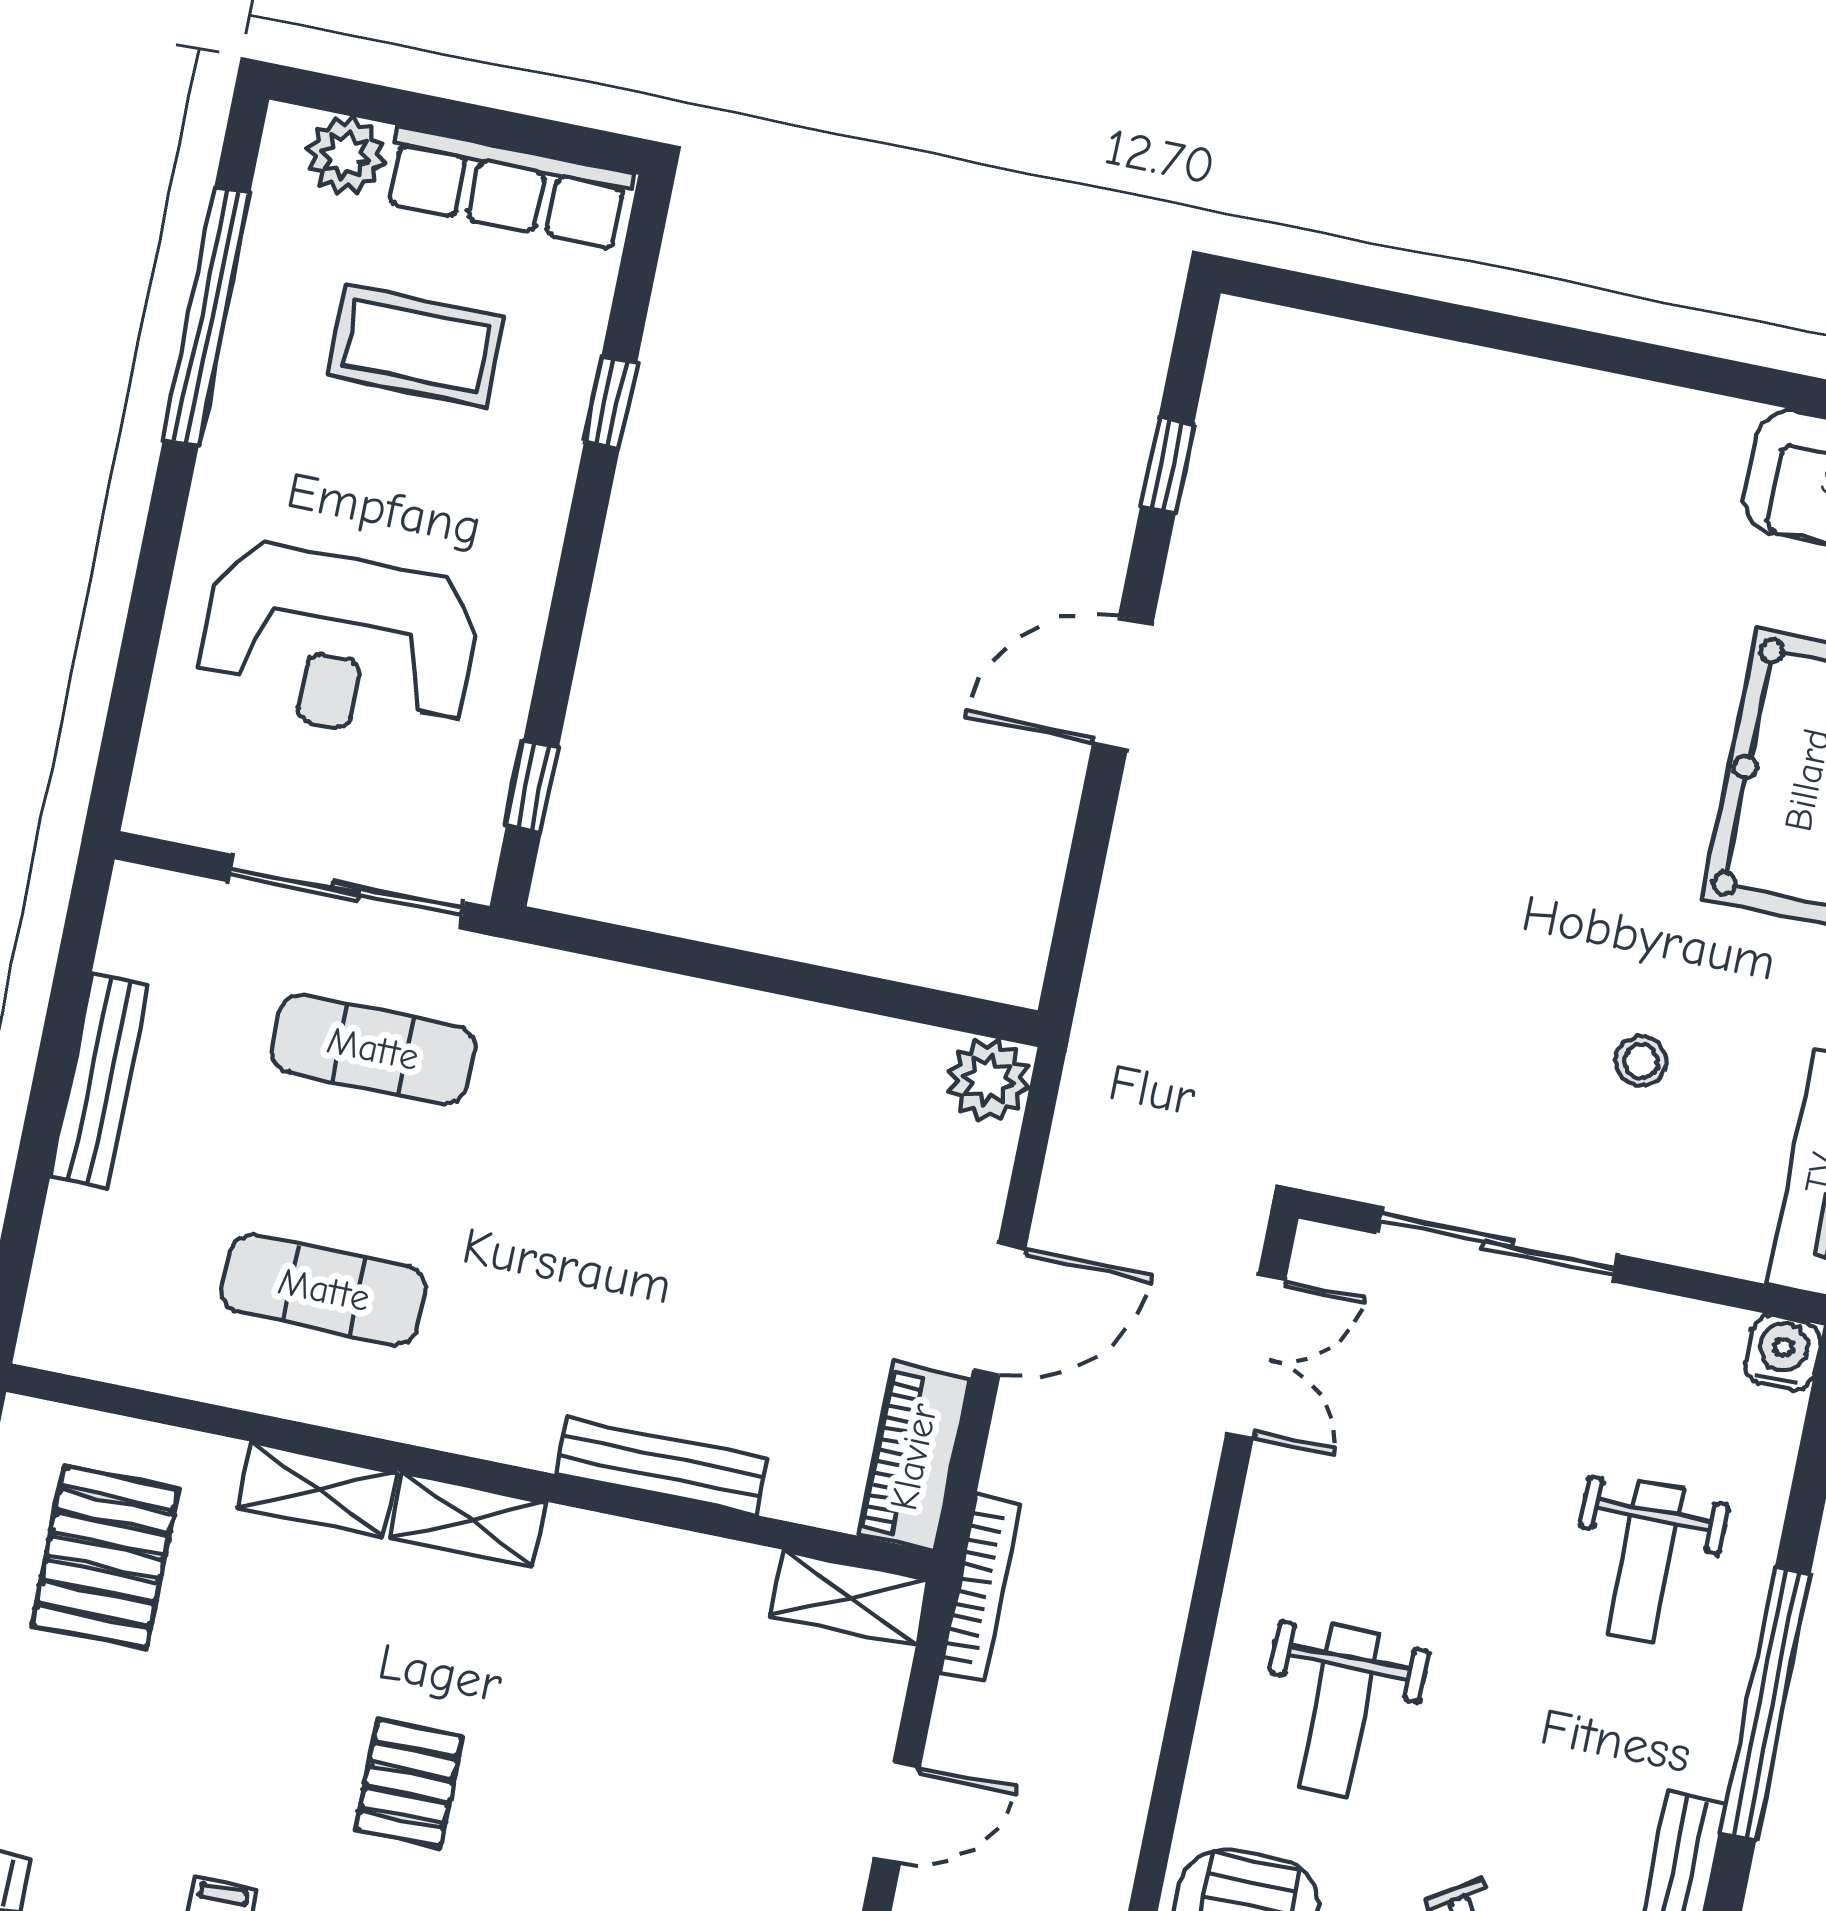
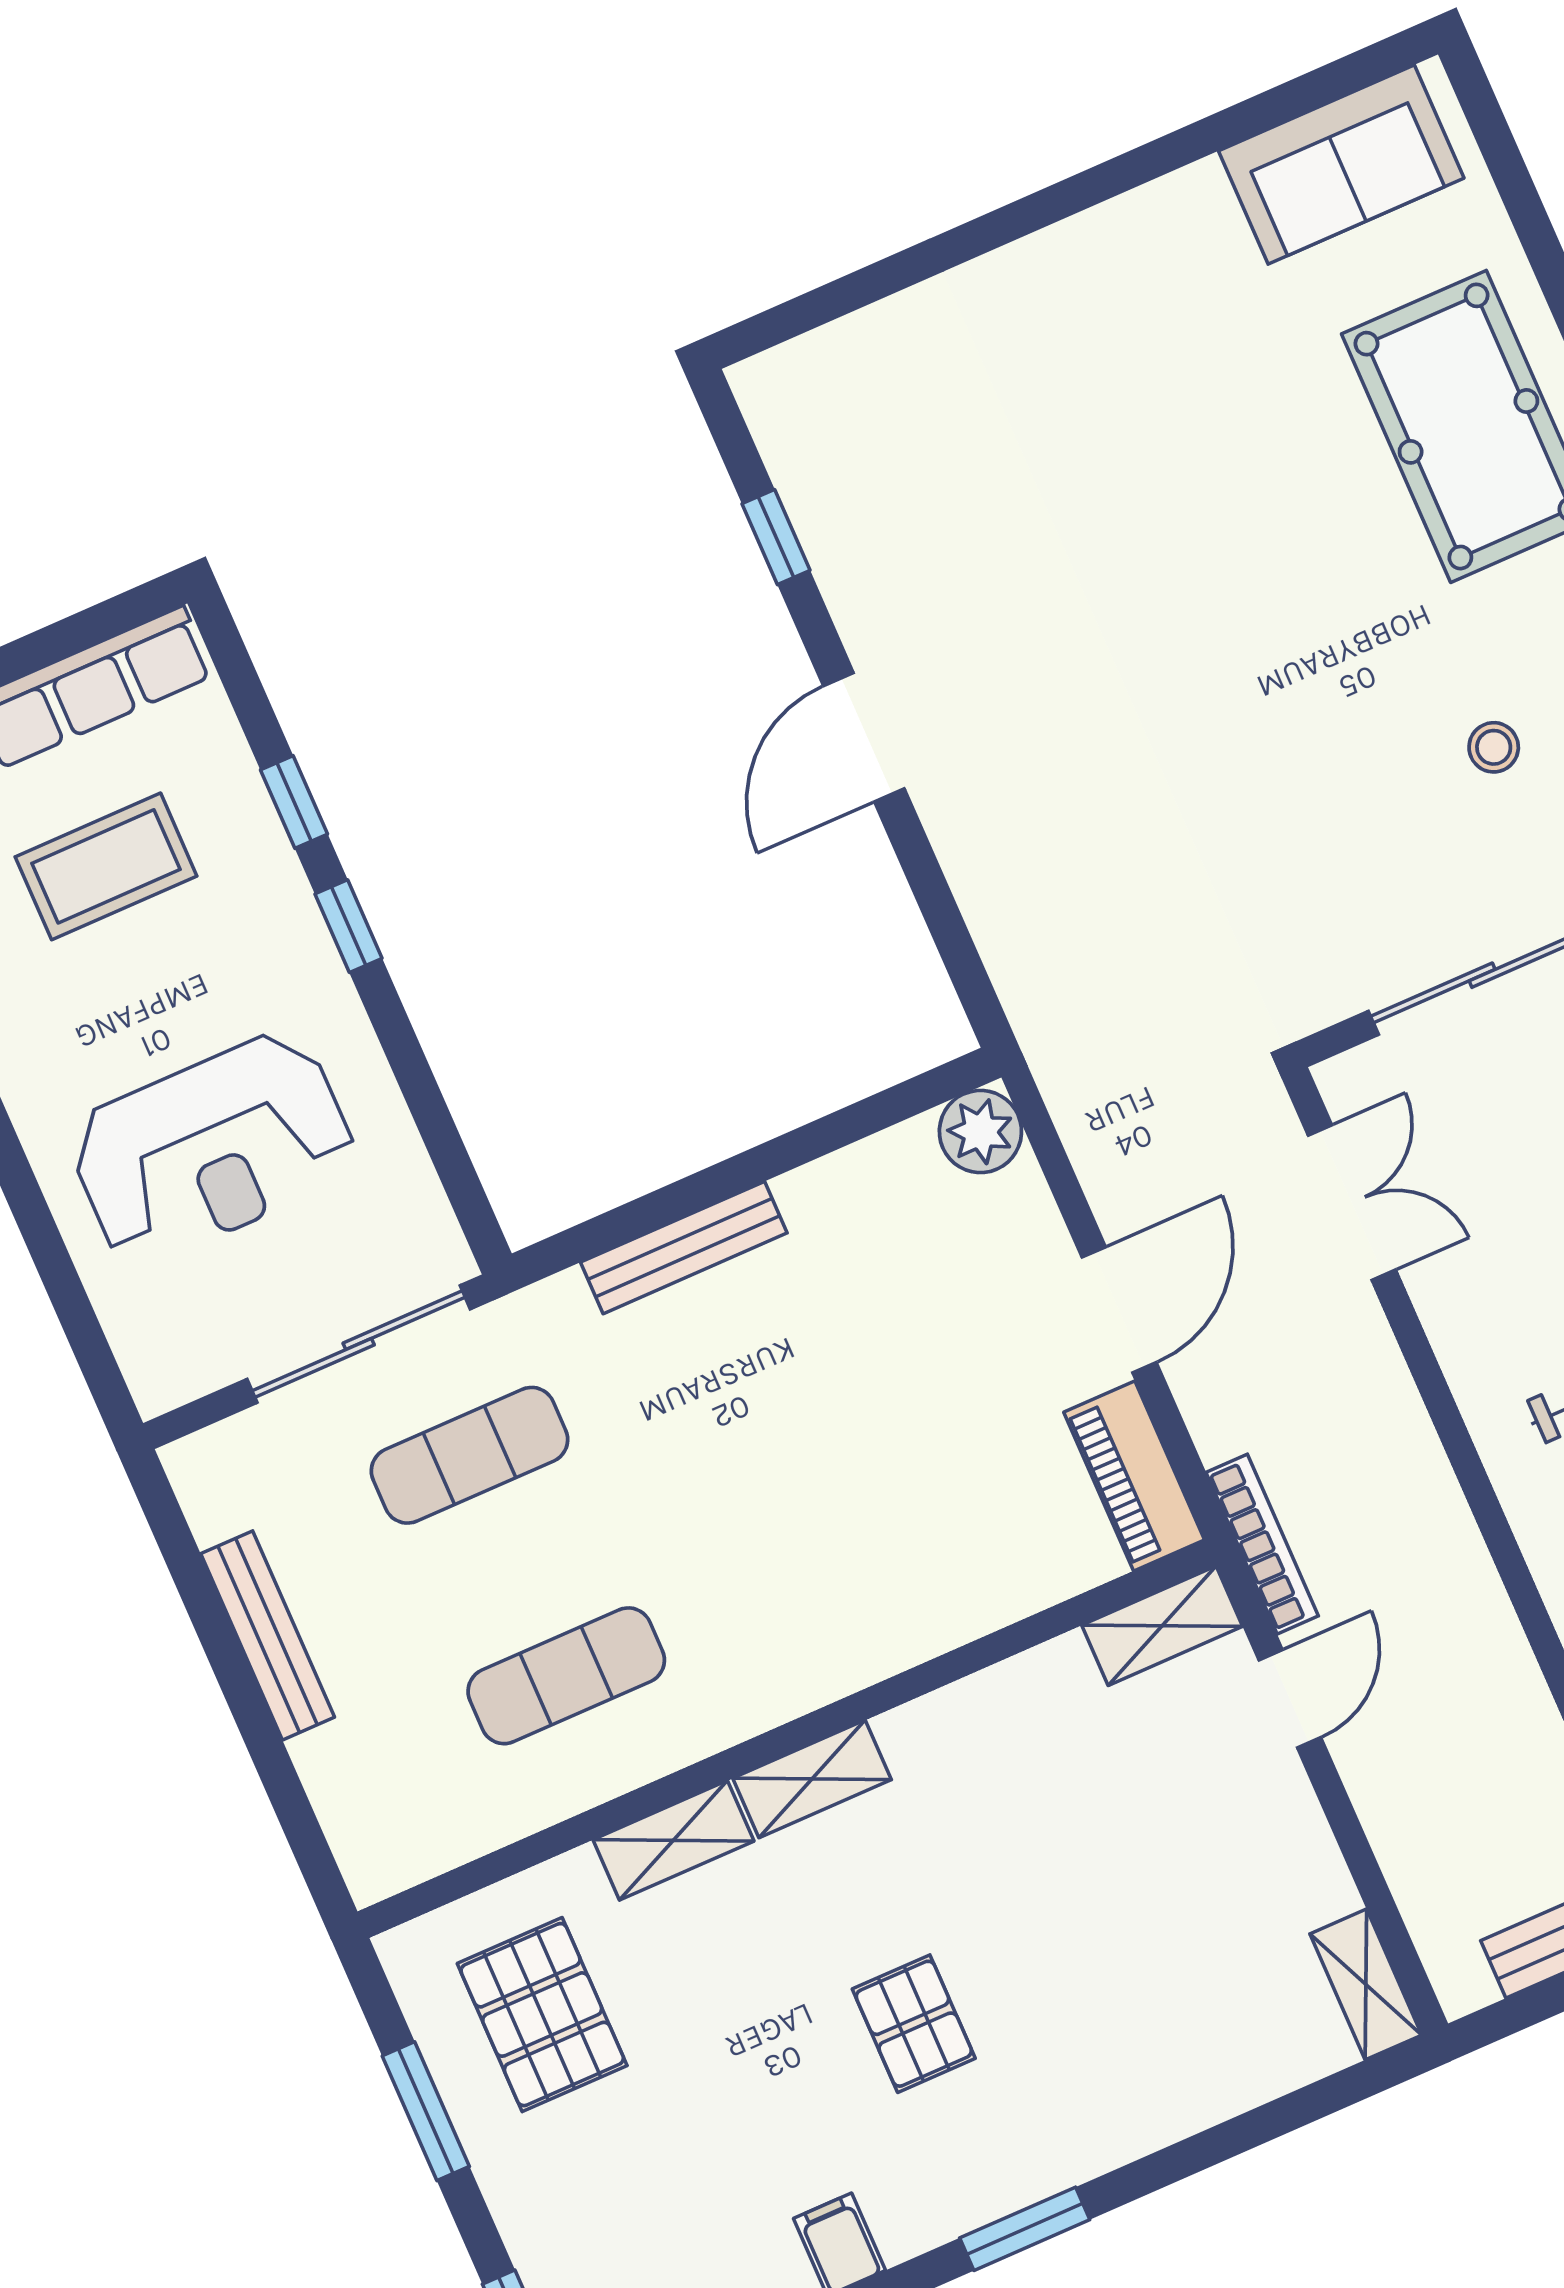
window: (532, 787) -> (349, 926), moved
bench: (662, 1466) -> (684, 1248), moved
door: (897, 1812) -> (1290, 1699), moved

